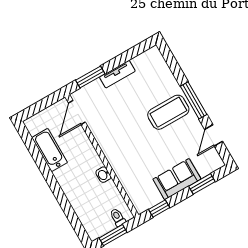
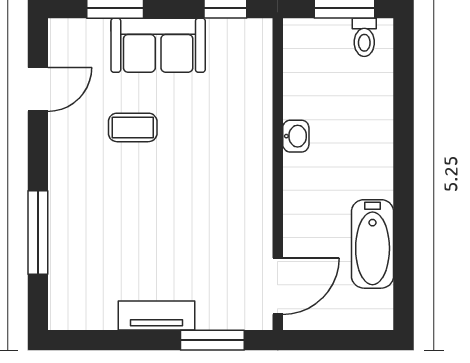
window: (194, 100) -> (38, 233), moved
coffee table: (168, 112) -> (133, 127), moved, width x0.54, depth x0.58
toilet: (118, 217) -> (364, 37), moved

